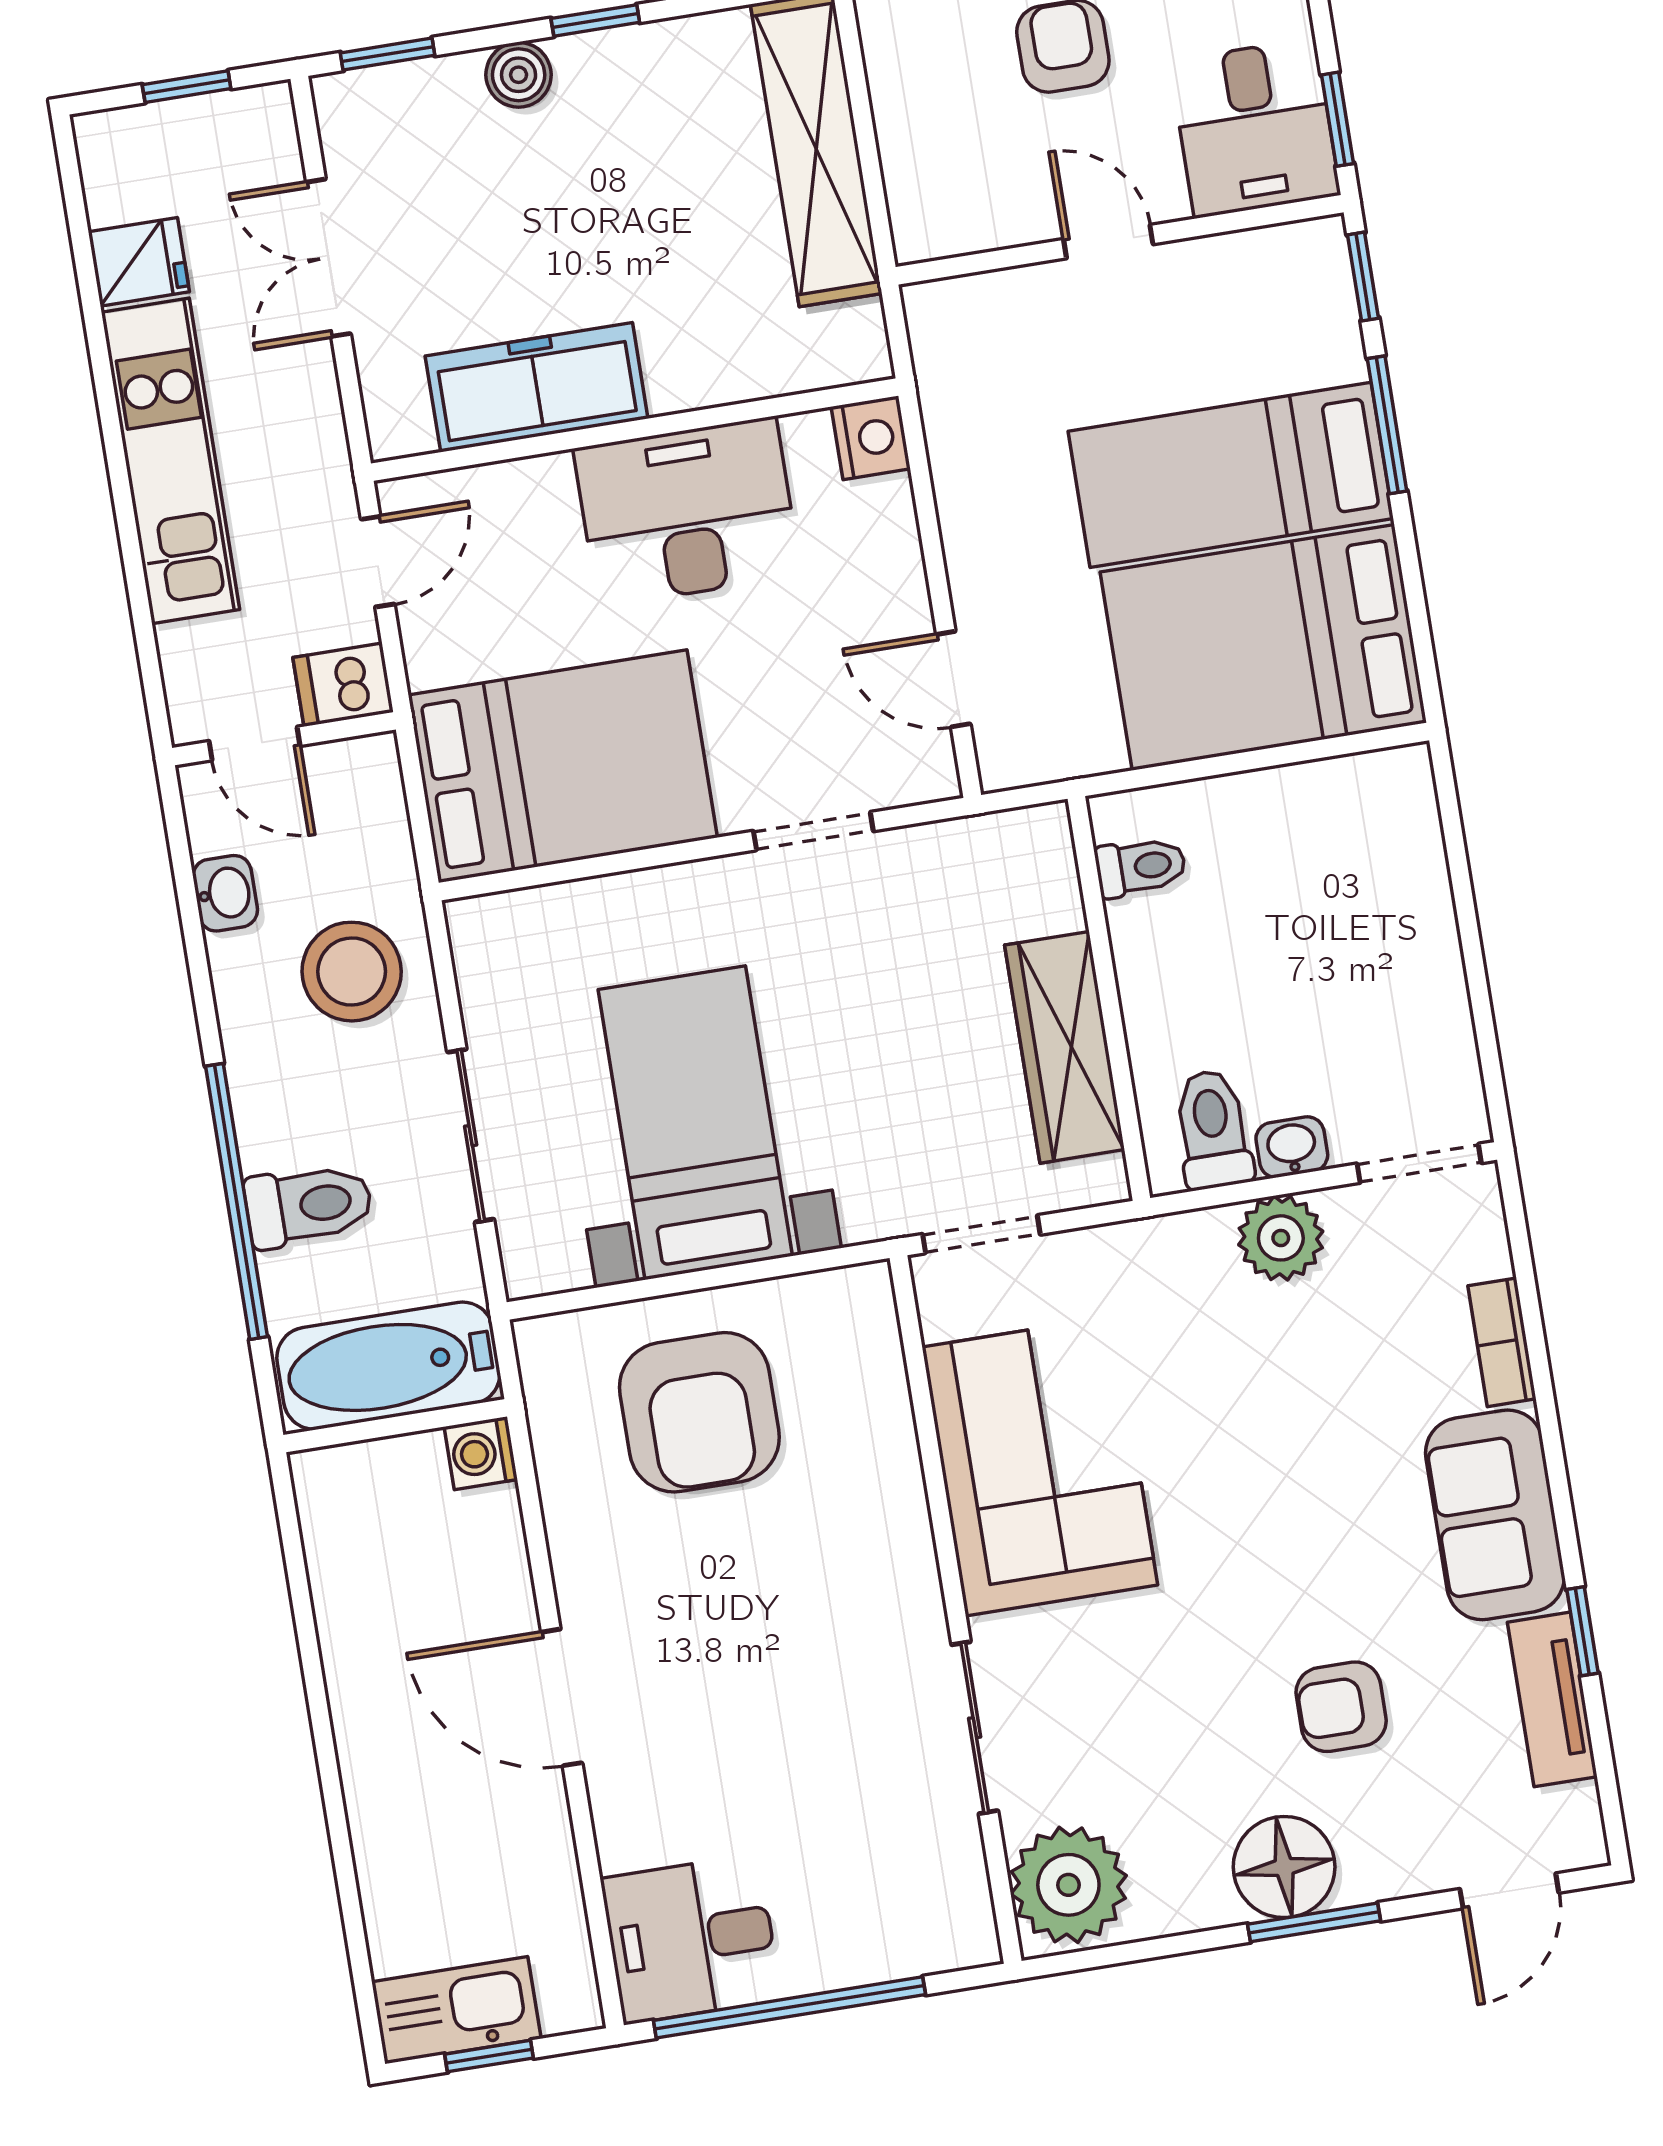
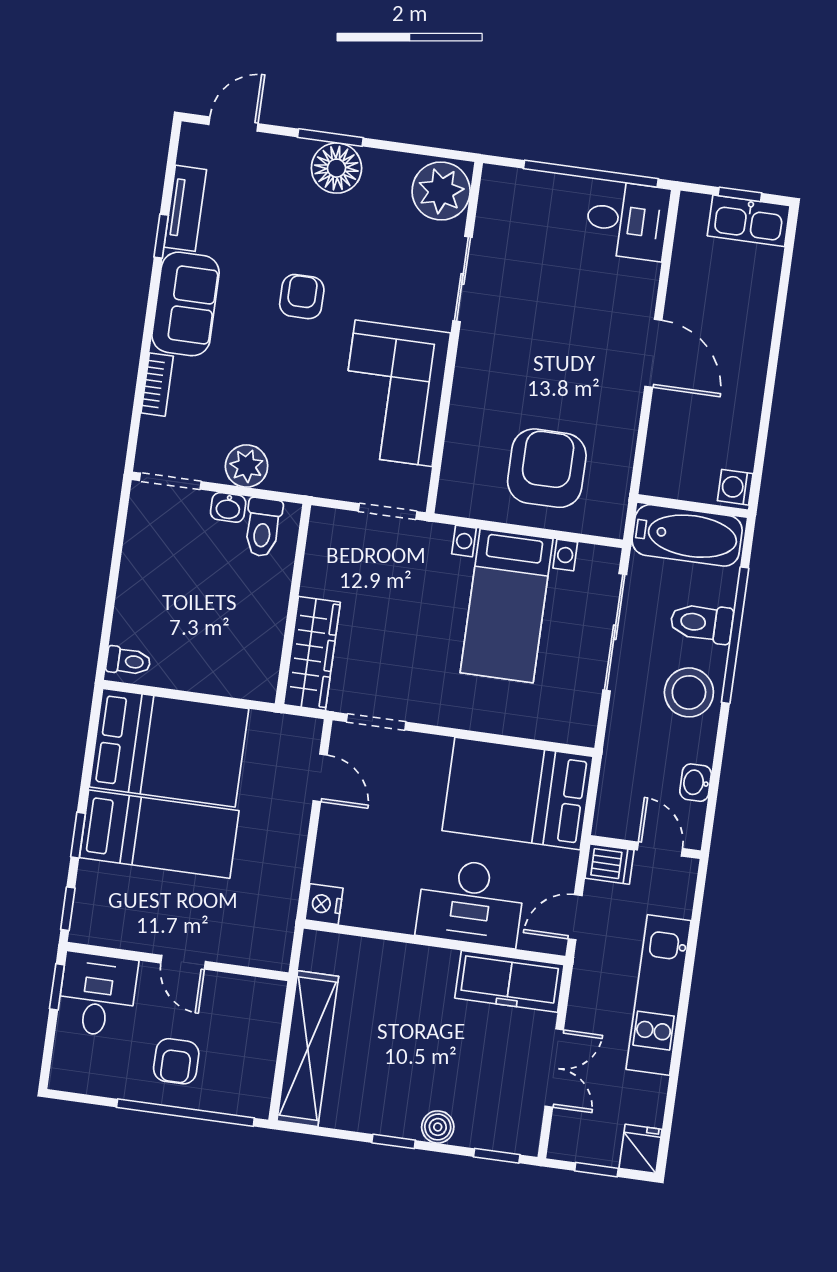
fridge: (139, 262) -> (641, 1149), moved, turned 90
freezer: (537, 387) -> (509, 981), moved
window: (1387, 425) -> (78, 835), width x0.67
desk: (687, 512) -> (471, 902), moved
doorway: (813, 831) -> (376, 722), moved
toilet: (1141, 867) -> (128, 661), moved, turned 180
stool: (352, 972) -> (689, 692), moved
wardrobe: (1065, 1047) -> (312, 653), moved
sliding door: (471, 1136) -> (615, 632), width x1.37
washing machine: (481, 1453) -> (735, 487), moved, turned 180
armchair: (1341, 1707) -> (302, 297), moved, turned -90

